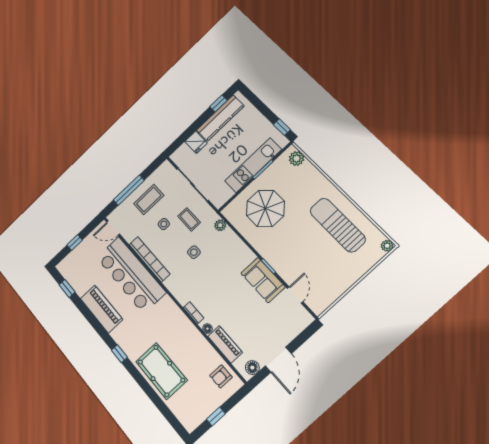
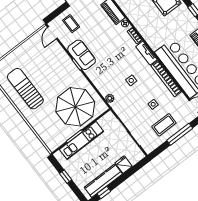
window: (282, 127) -> (66, 177), moved
plant: (297, 158) -> (49, 141), removed
parasol: (265, 208) -> (75, 107), width x1.36, depth x1.36
coffee table: (189, 219) -> (71, 24), moved
sun lounger: (338, 225) -> (25, 89), turned 180
tv unit: (177, 291) -> (146, 53), added
door: (295, 295) -> (53, 33), moved

